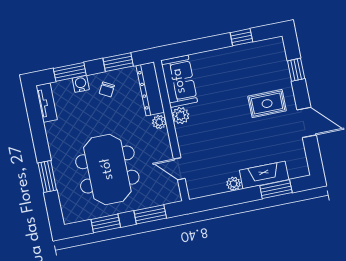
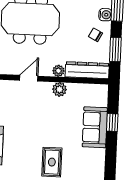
window: (241, 37) -> (112, 123), moved
sofa: (179, 81) -> (95, 127), moved, turned 90
door: (179, 169) -> (29, 78), moved

